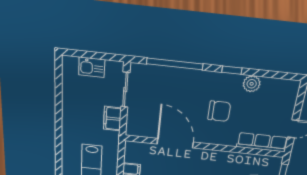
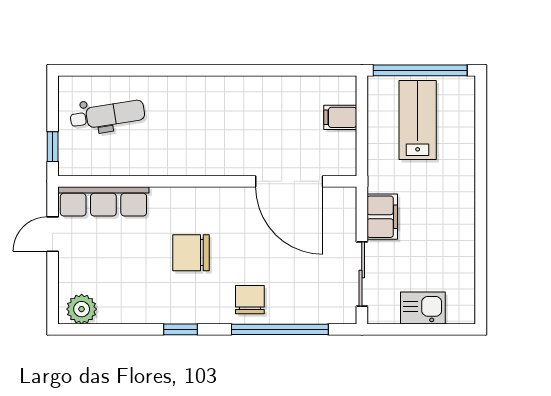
chair: (190, 82) -> (250, 300), added
plant: (252, 84) -> (82, 309), moved
door: (175, 143) -> (289, 181), moved

